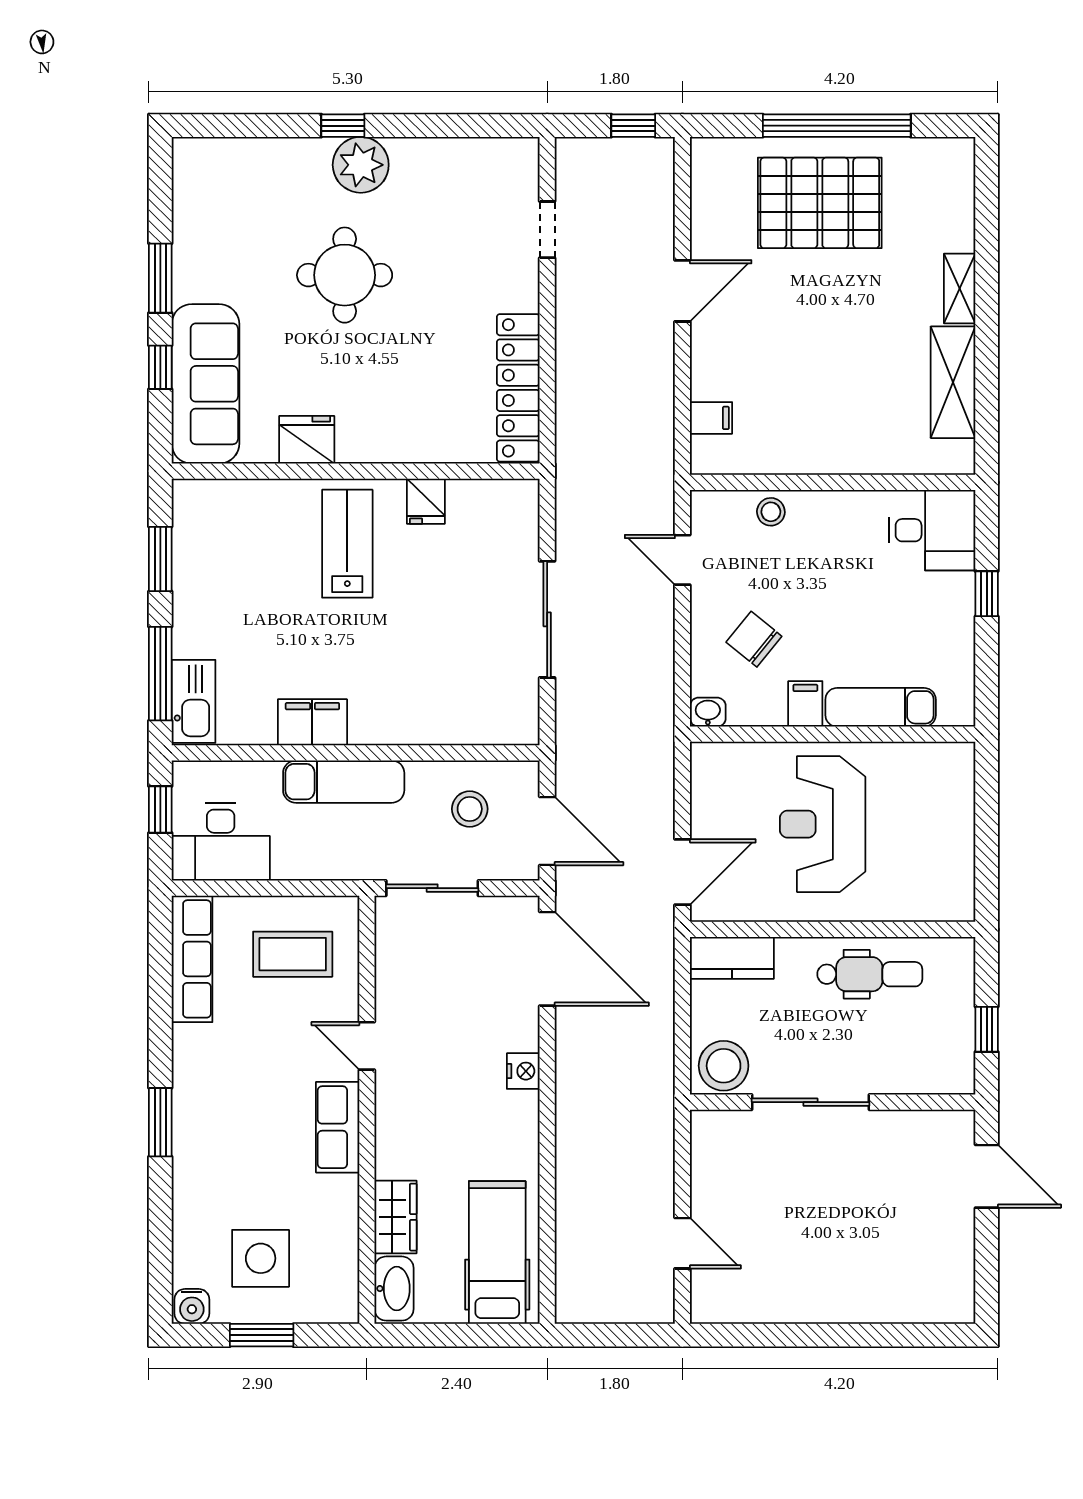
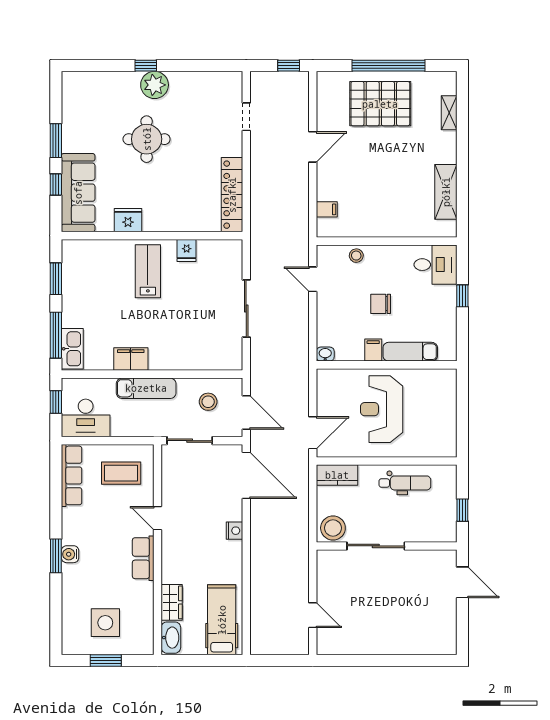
shelving: (960, 288) -> (449, 113), moved
chair: (754, 639) -> (381, 304), moved, turned -39
water cooler: (192, 1306) -> (70, 554), moved, turned 90

